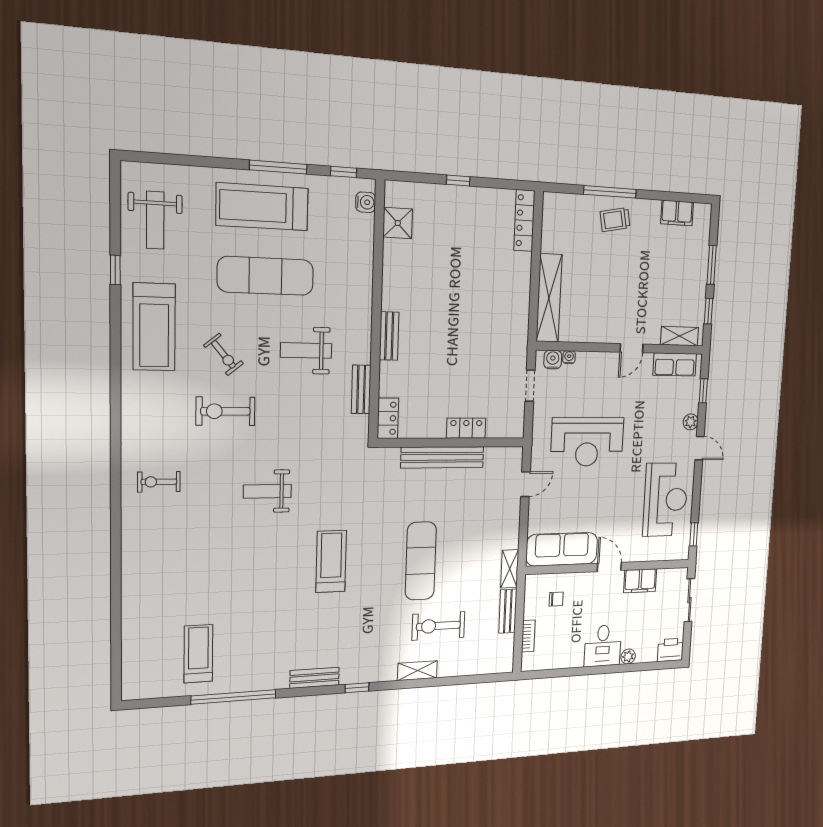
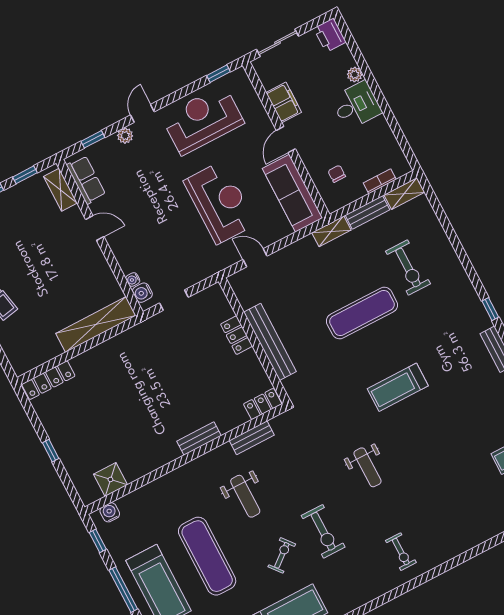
reception desk: (587, 442) -> (220, 202), moved
shelving: (417, 671) -> (404, 194), moved, turned 90

